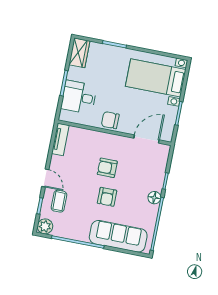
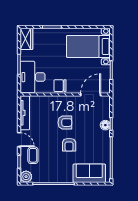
desk: (79, 97) -> (33, 77), width x1.37
tv unit: (60, 139) -> (25, 113), width x1.41
armchair: (107, 168) -> (65, 123), turned 180
floor lamp: (154, 198) -> (105, 125), moved
sofa: (118, 236) -> (89, 173), width x0.73

